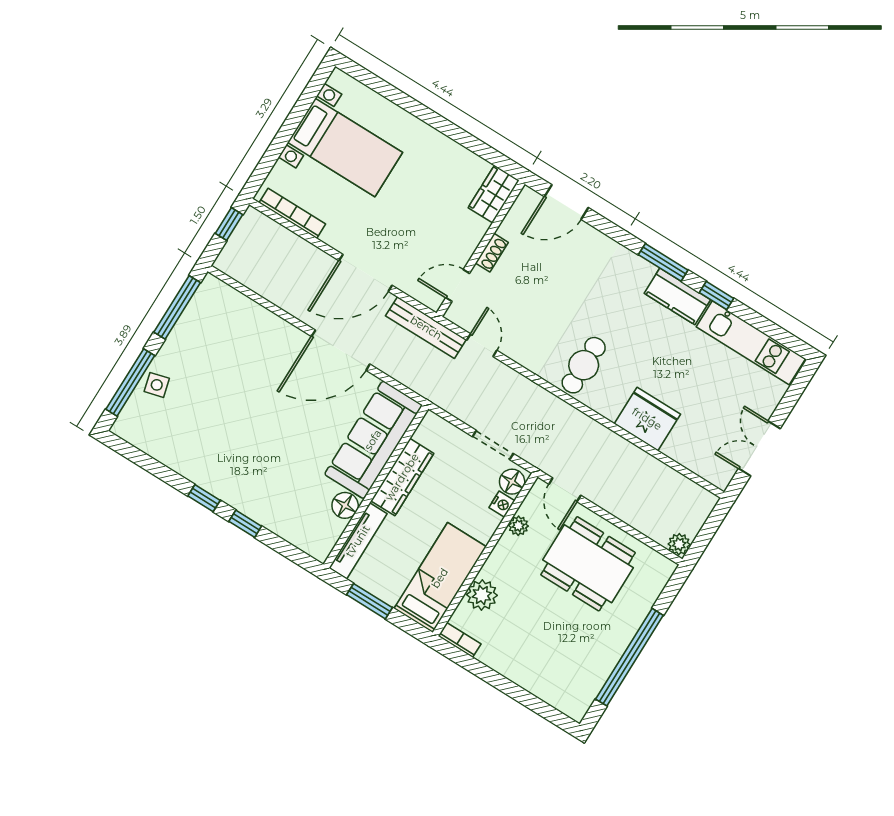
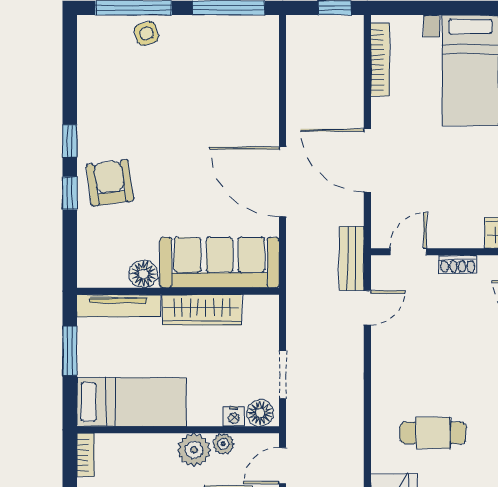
door: (458, 286) -> (408, 252), hinge flipped
bench: (426, 328) -> (352, 258), width x0.73
cafe table: (584, 365) -> (433, 433), moved
armchair: (257, 487) -> (110, 183), added
plant: (482, 595) -> (194, 450), moved

